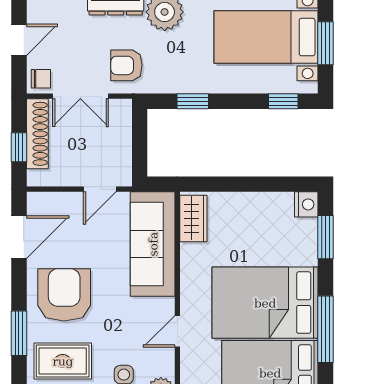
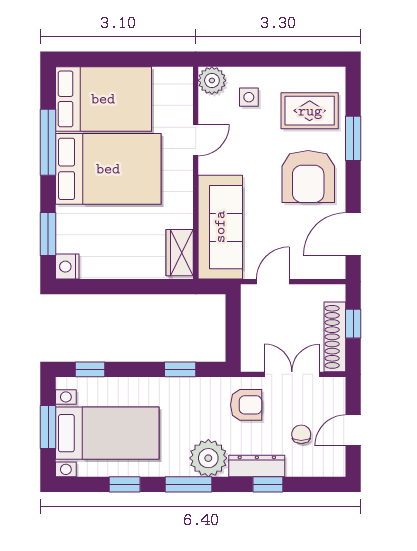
chair: (41, 79) -> (301, 434), moved, turned 90

